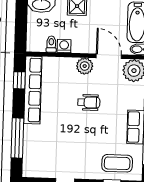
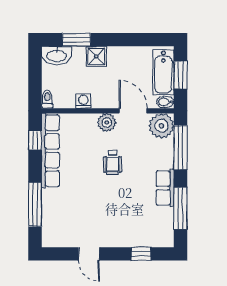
toilet: (51, 44) -> (47, 99), moved
wheelchair: (89, 102) -> (113, 162), turned 90
coffee table: (117, 163) -> (146, 229), removed

